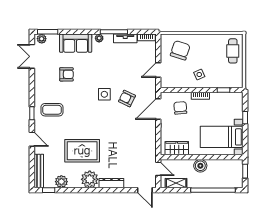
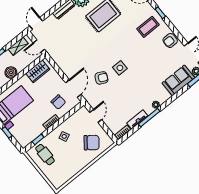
sofa: (76, 43) -> (178, 80), moved
chair: (180, 50) -> (92, 143), turned -70
cafe table: (233, 51) -> (45, 155), moved
armchair: (66, 74) -> (170, 40), moved
door: (145, 190) -> (36, 23), hinge flipped

